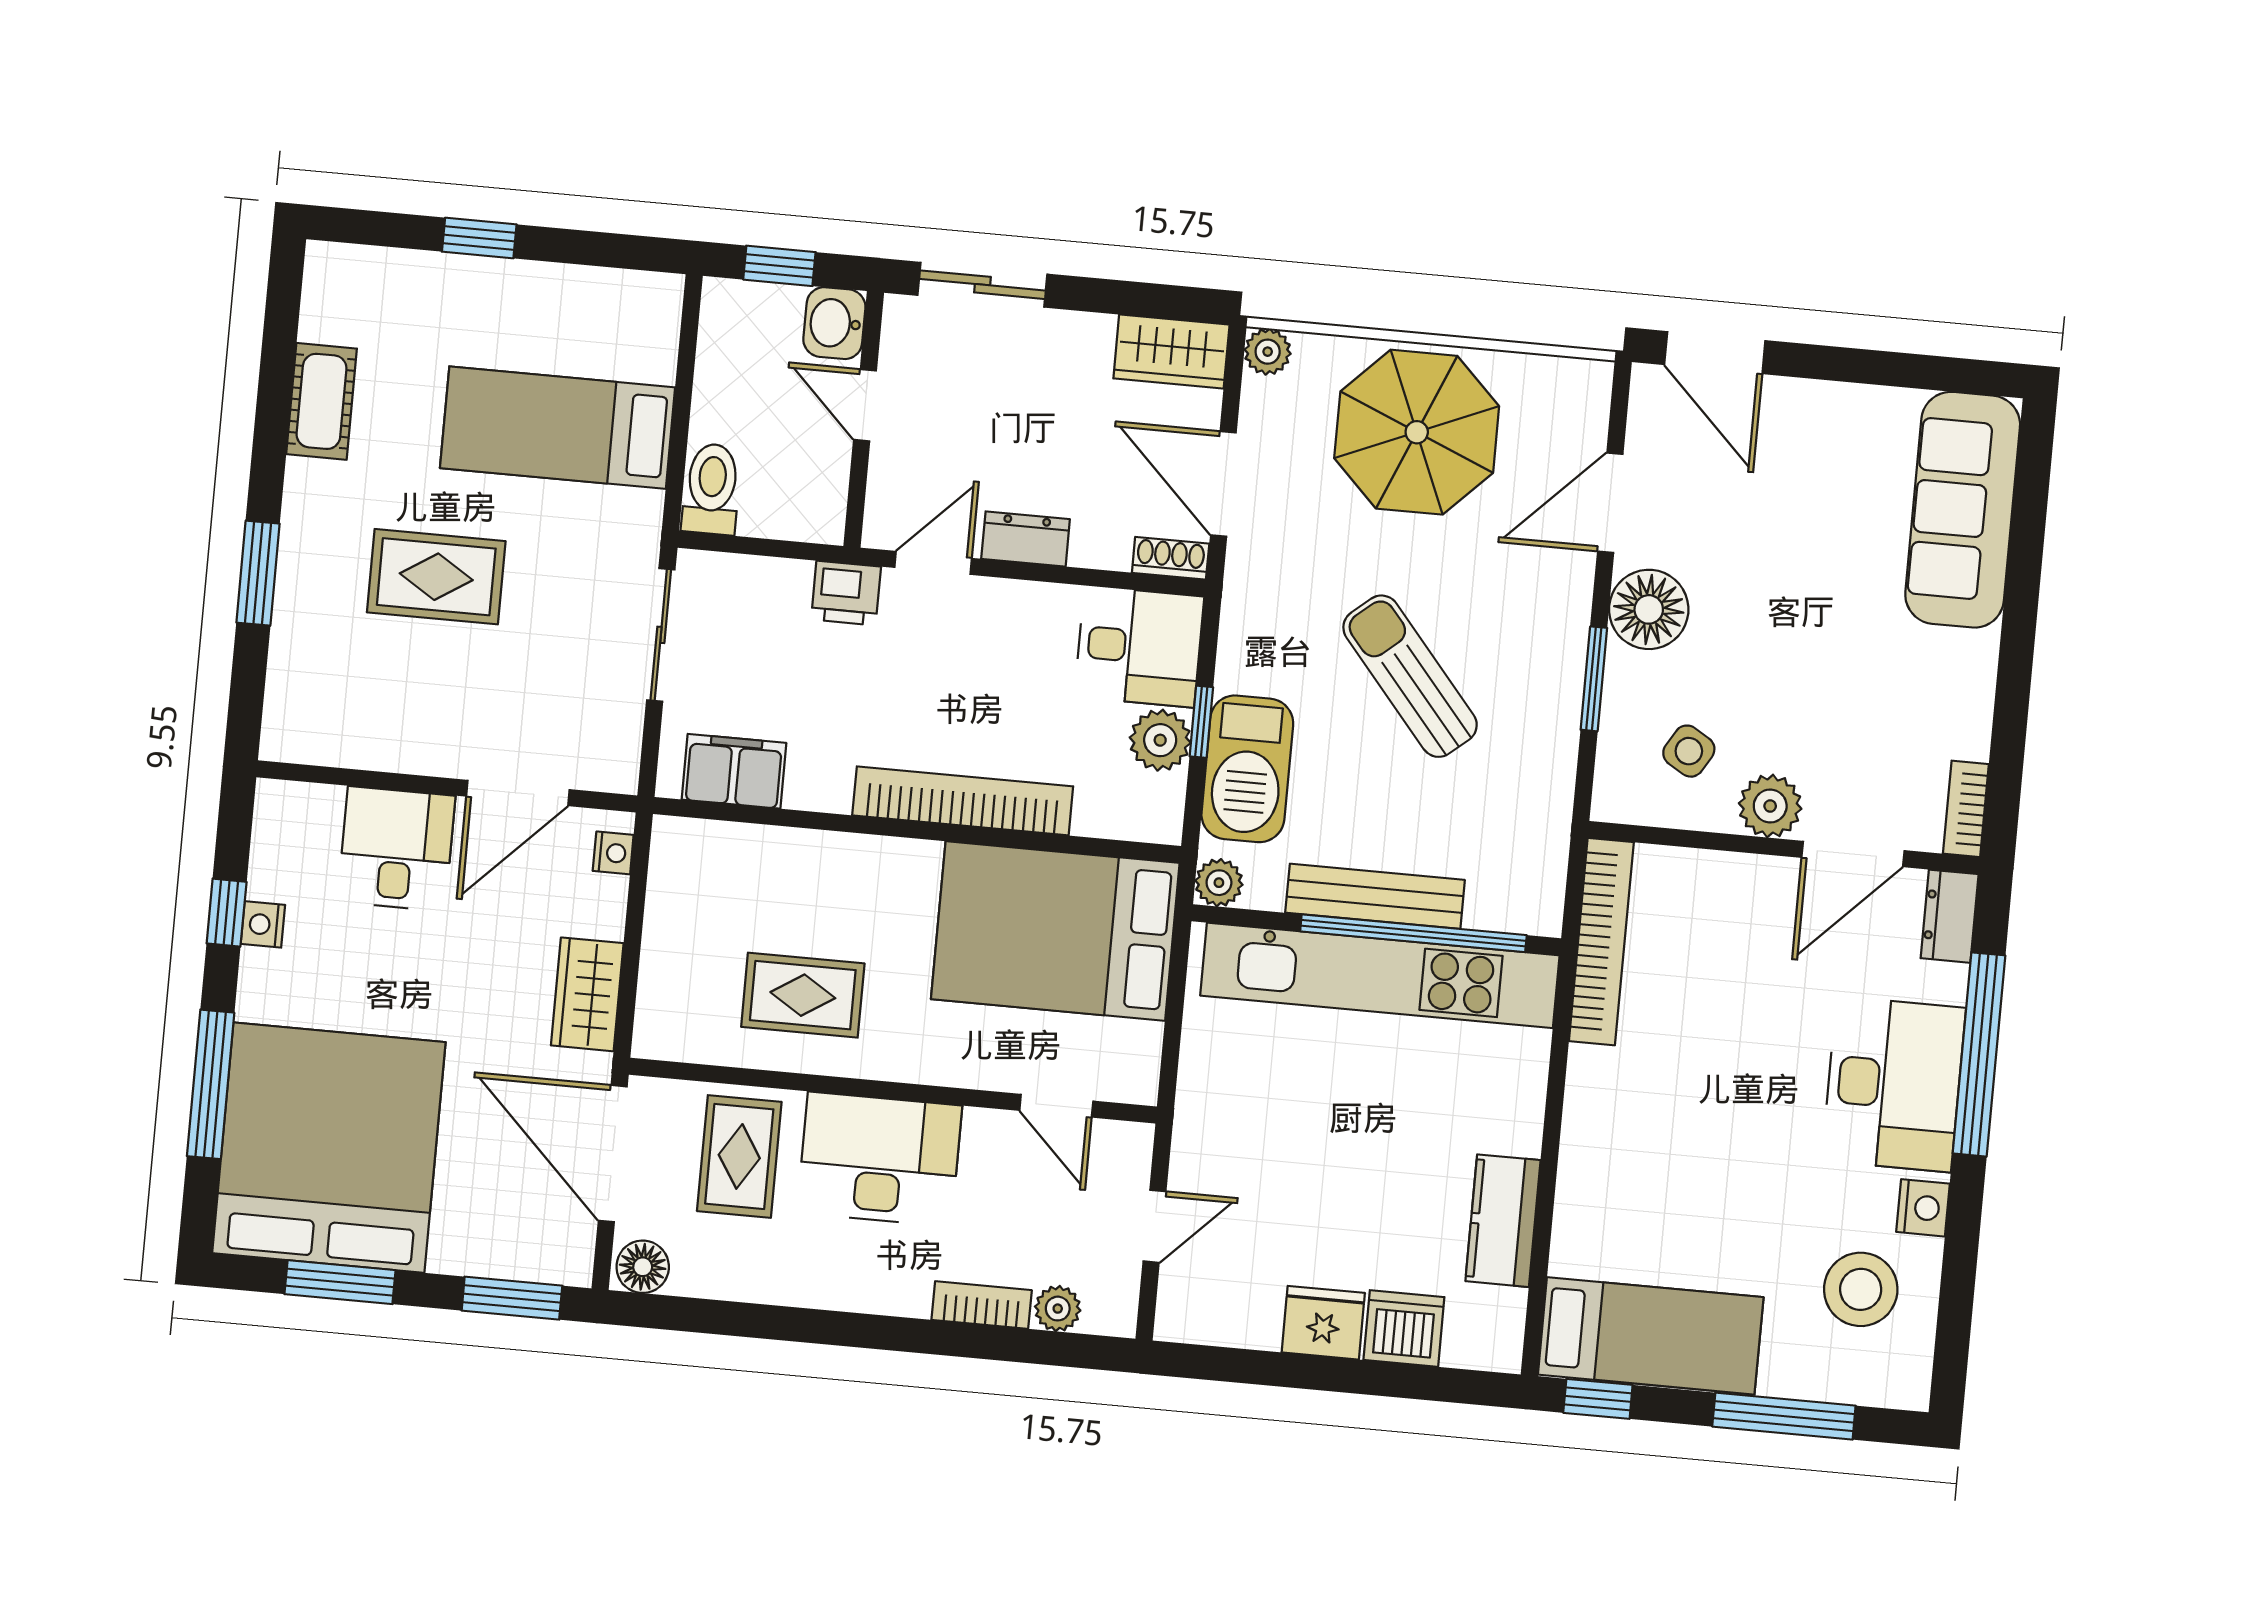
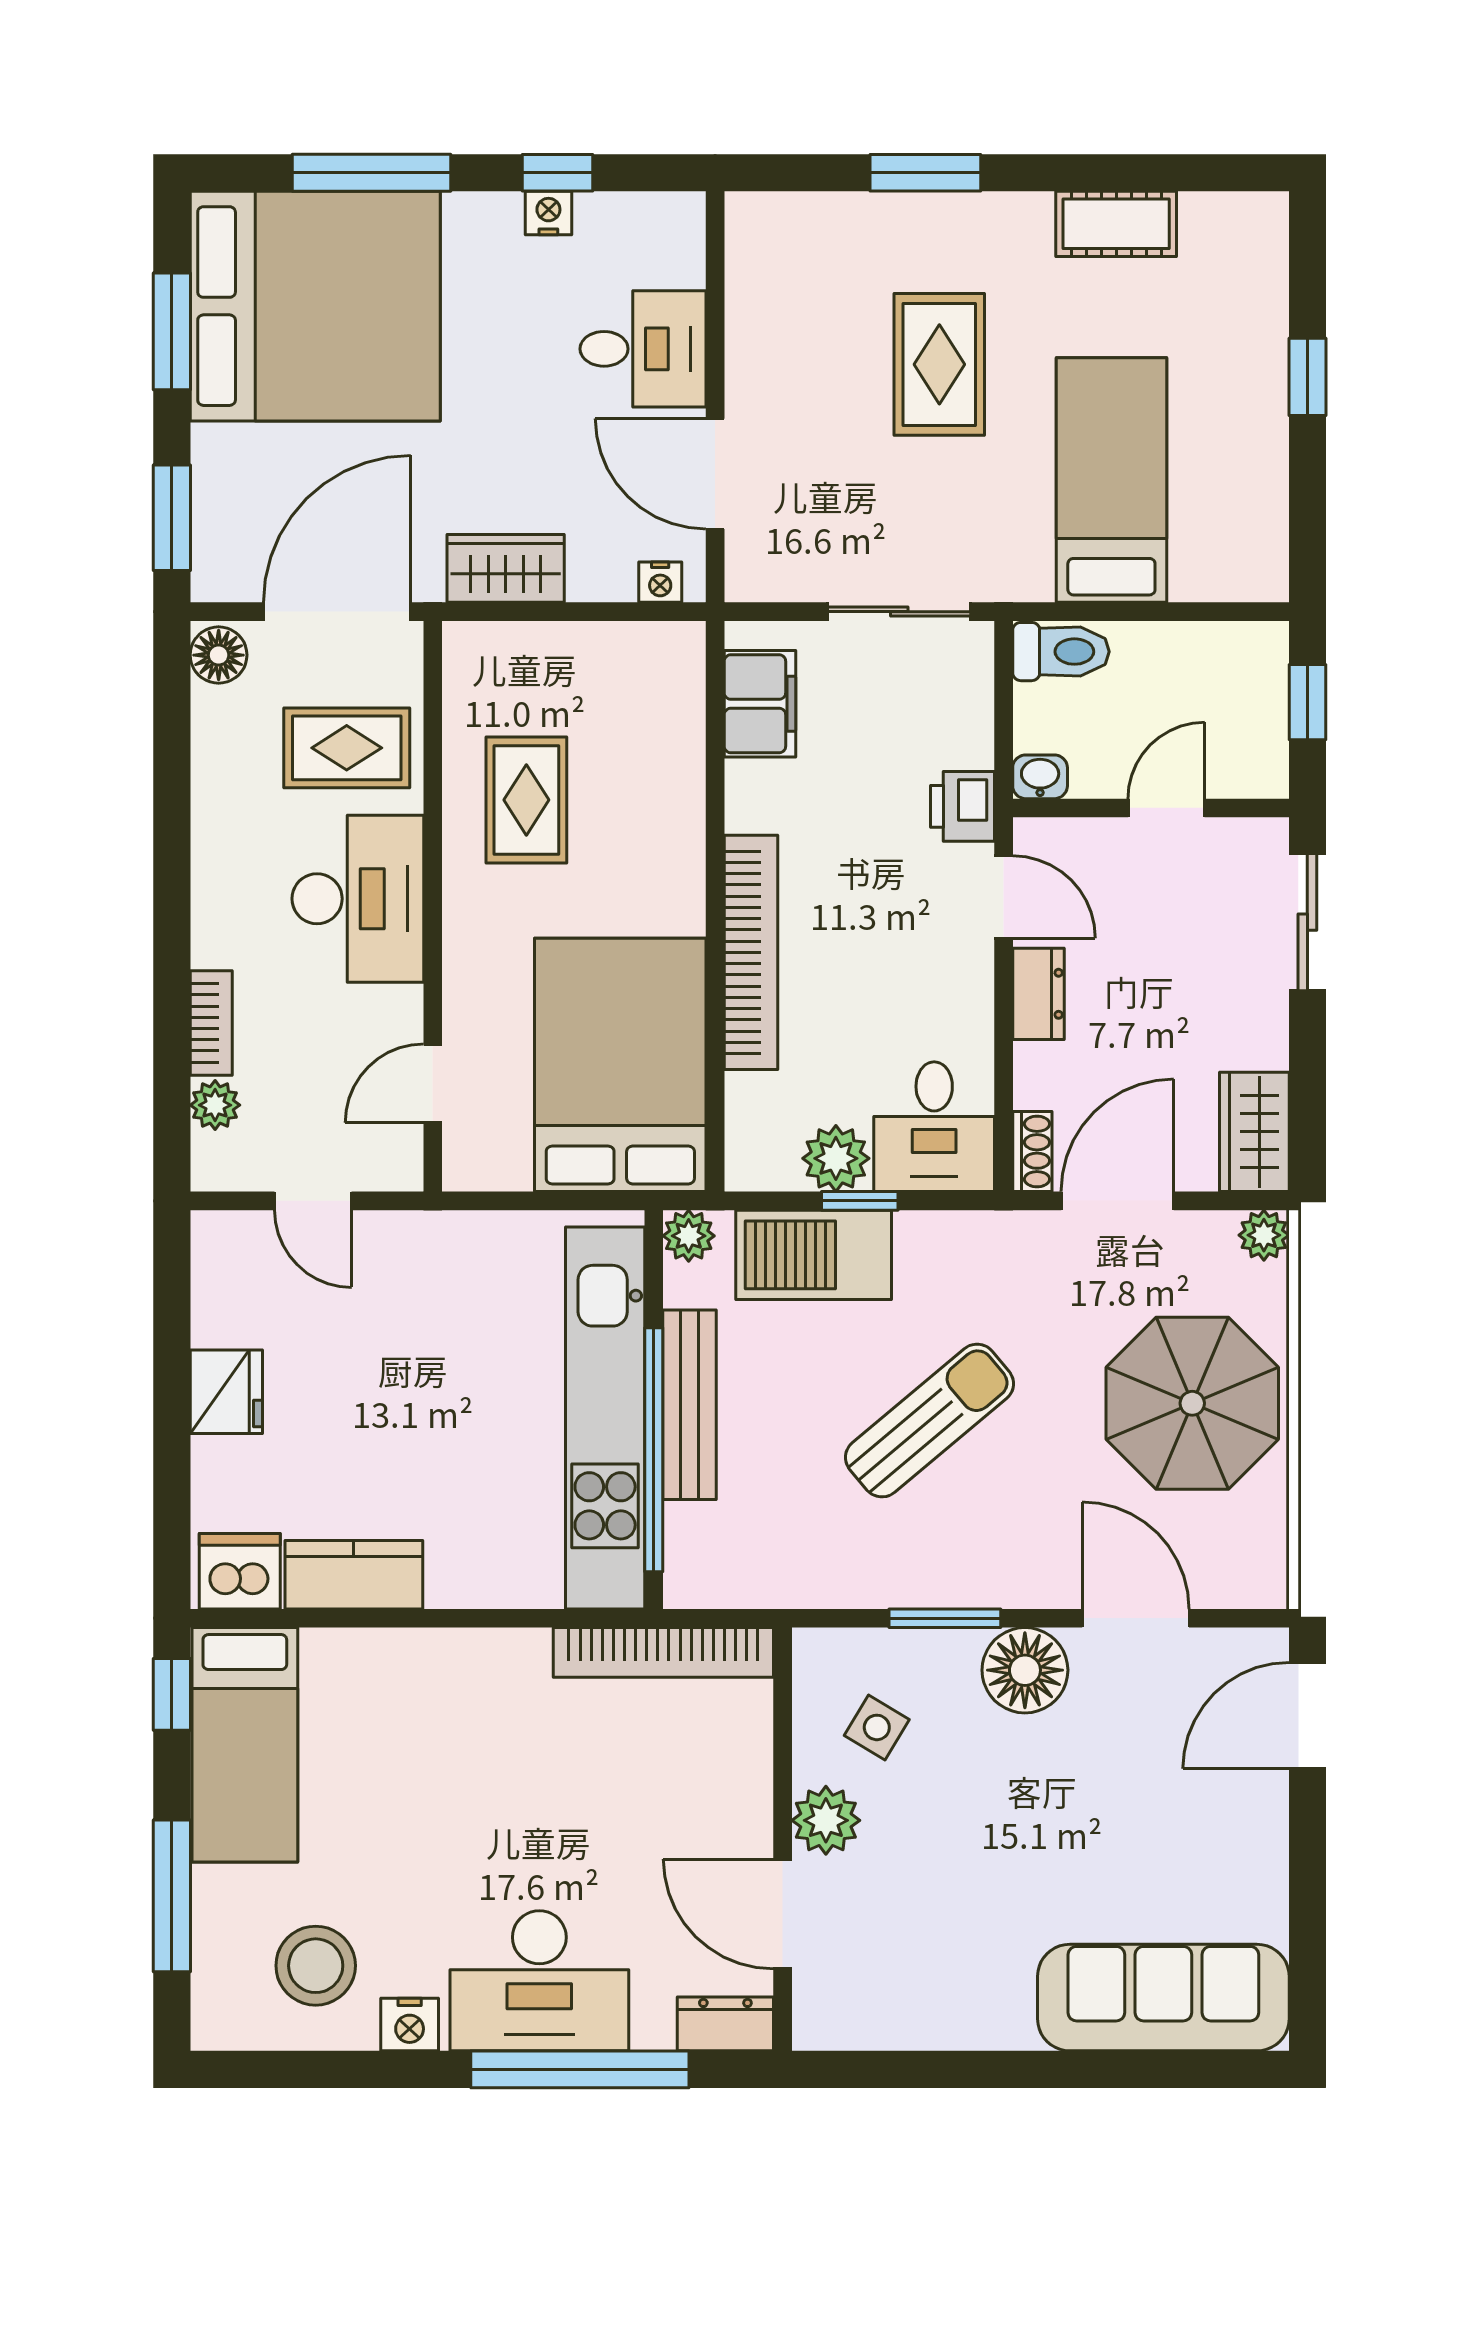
washbasin: (834, 323) -> (1040, 777), moved, width x0.72, depth x0.69
bookcase: (1966, 809) -> (842, 2031), removed
dishwasher: (1404, 1329) -> (240, 1571), moved, turned -90

